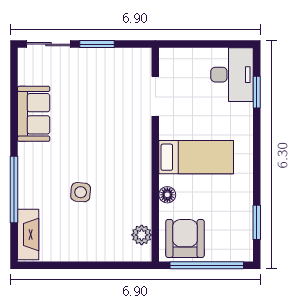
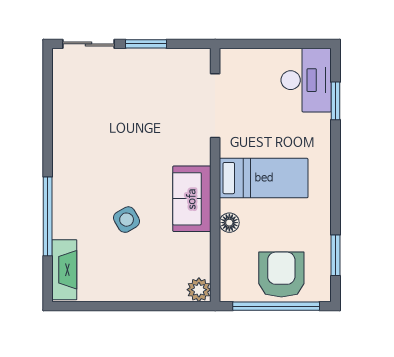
doorway: (155, 96) -> (215, 106), width x1.36
sofa: (34, 114) -> (192, 199), moved, turned 180
side table: (81, 192) -> (127, 220), turned -35
plant: (142, 235) -> (199, 290), moved
armchair: (185, 239) -> (281, 275), moved

